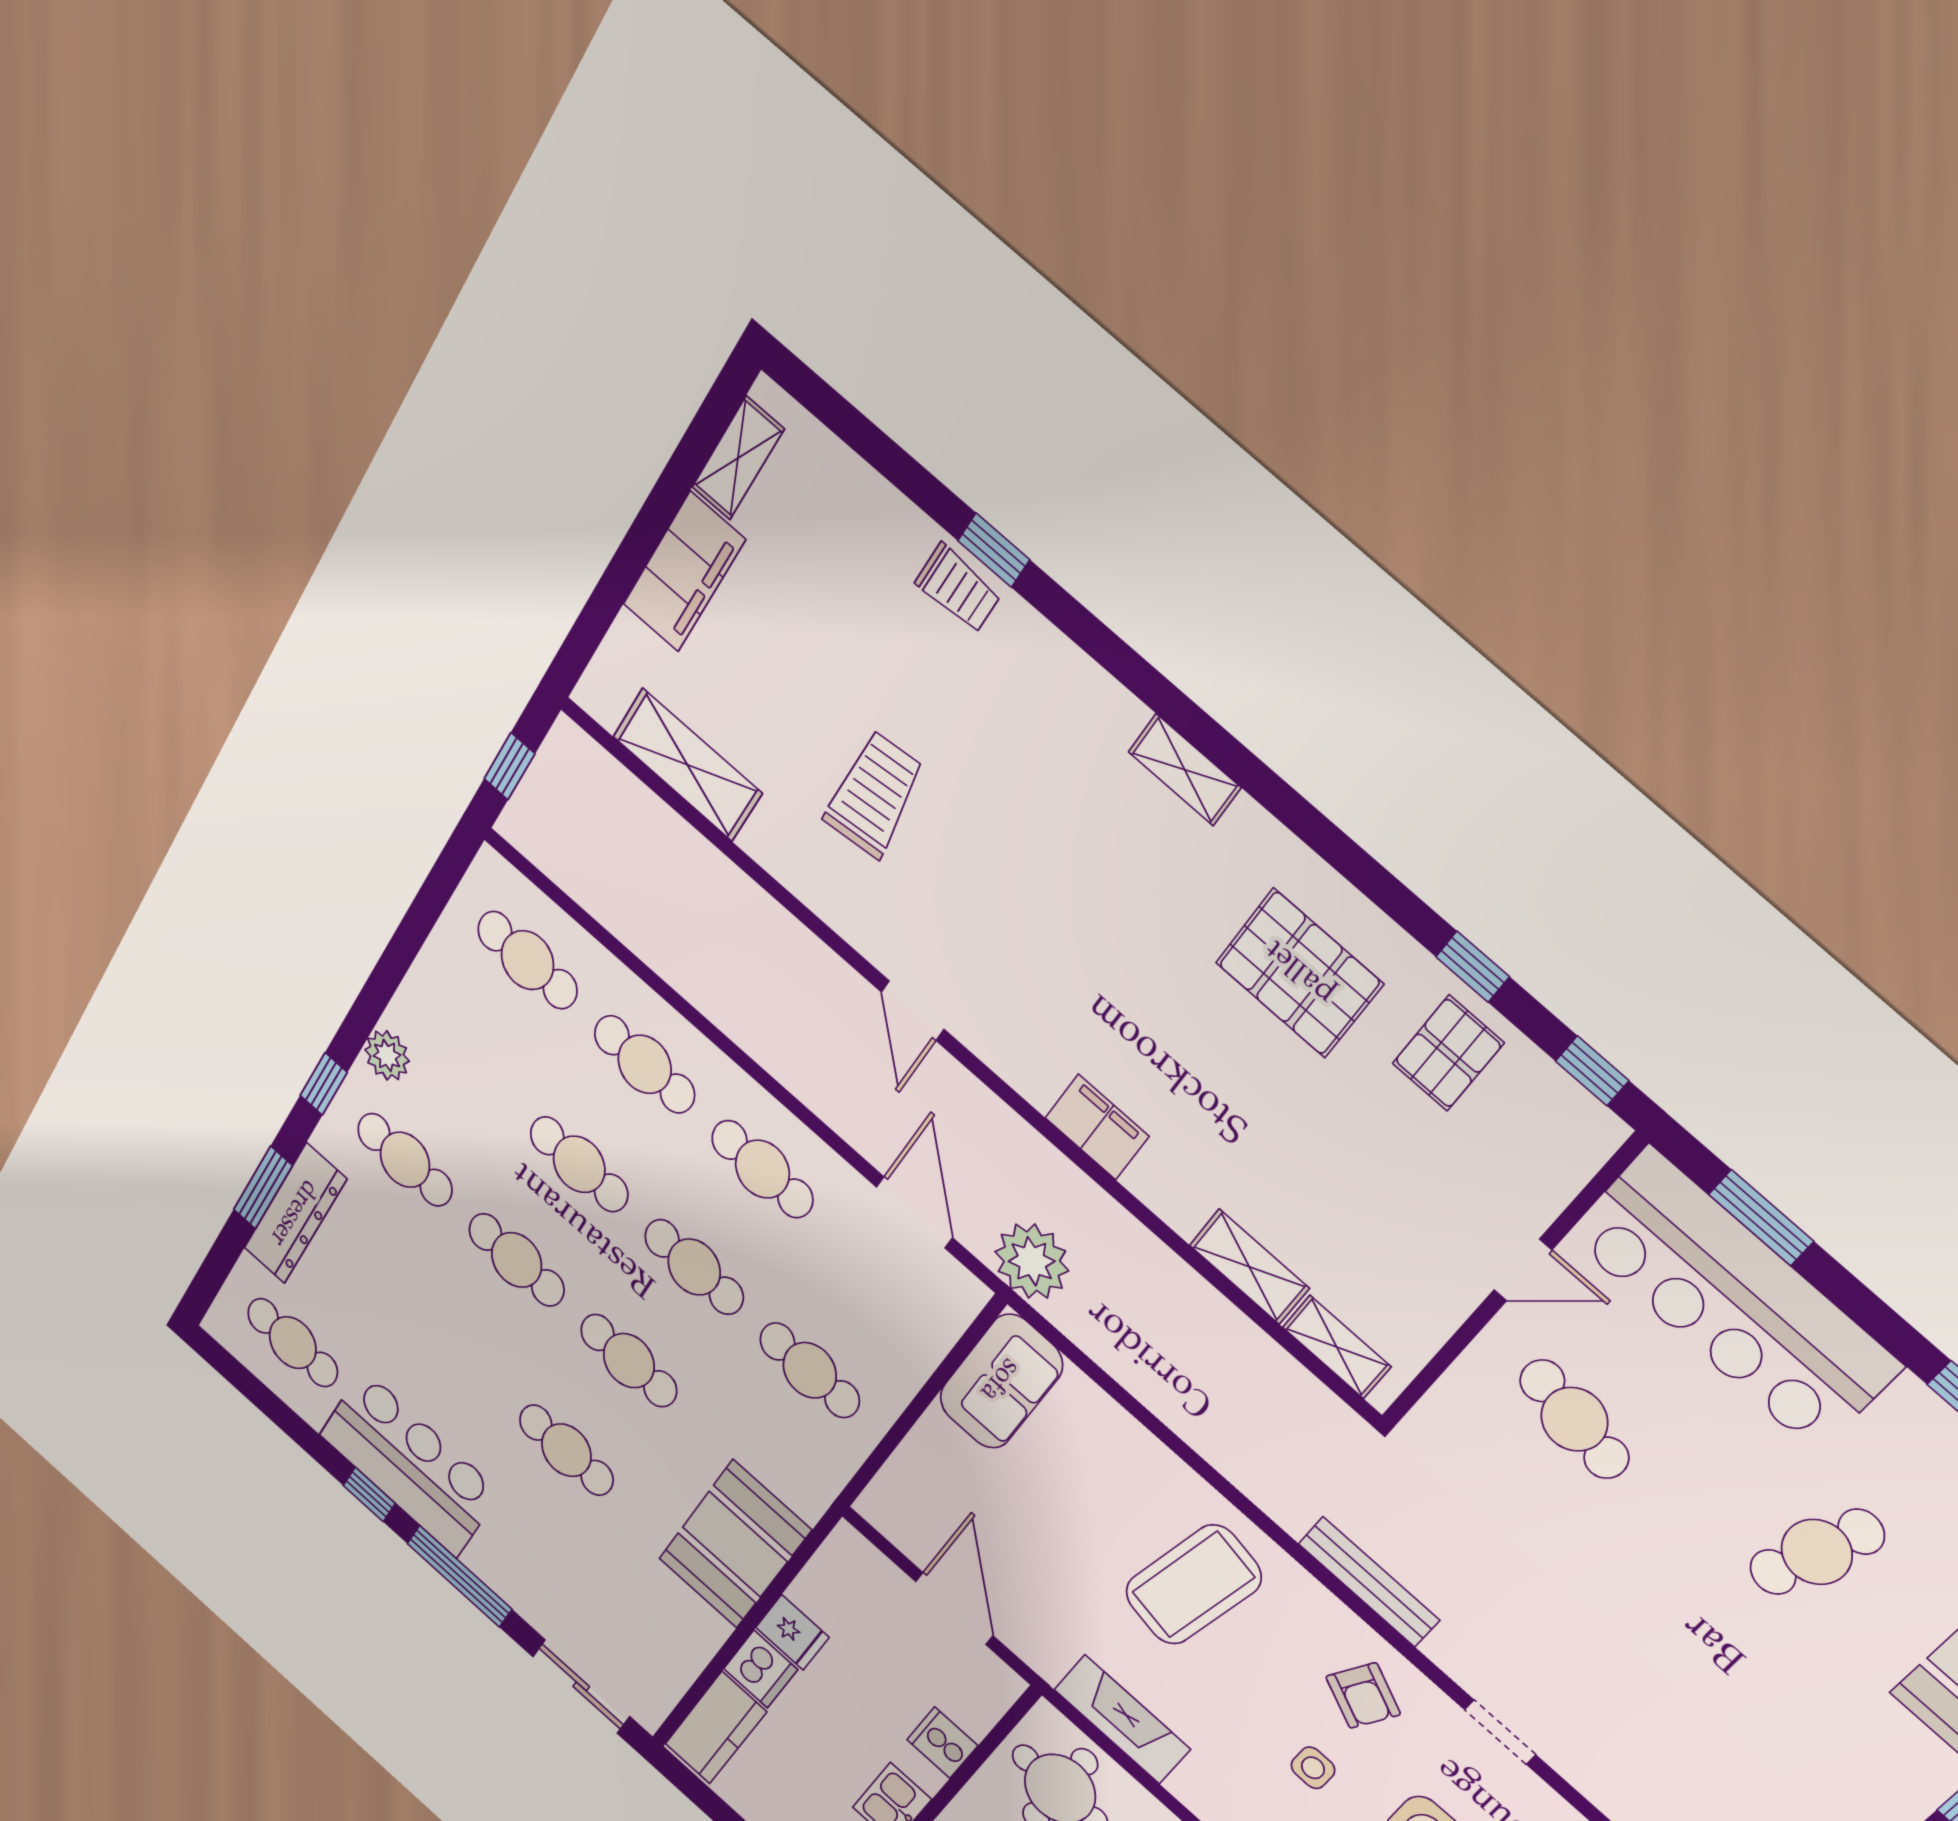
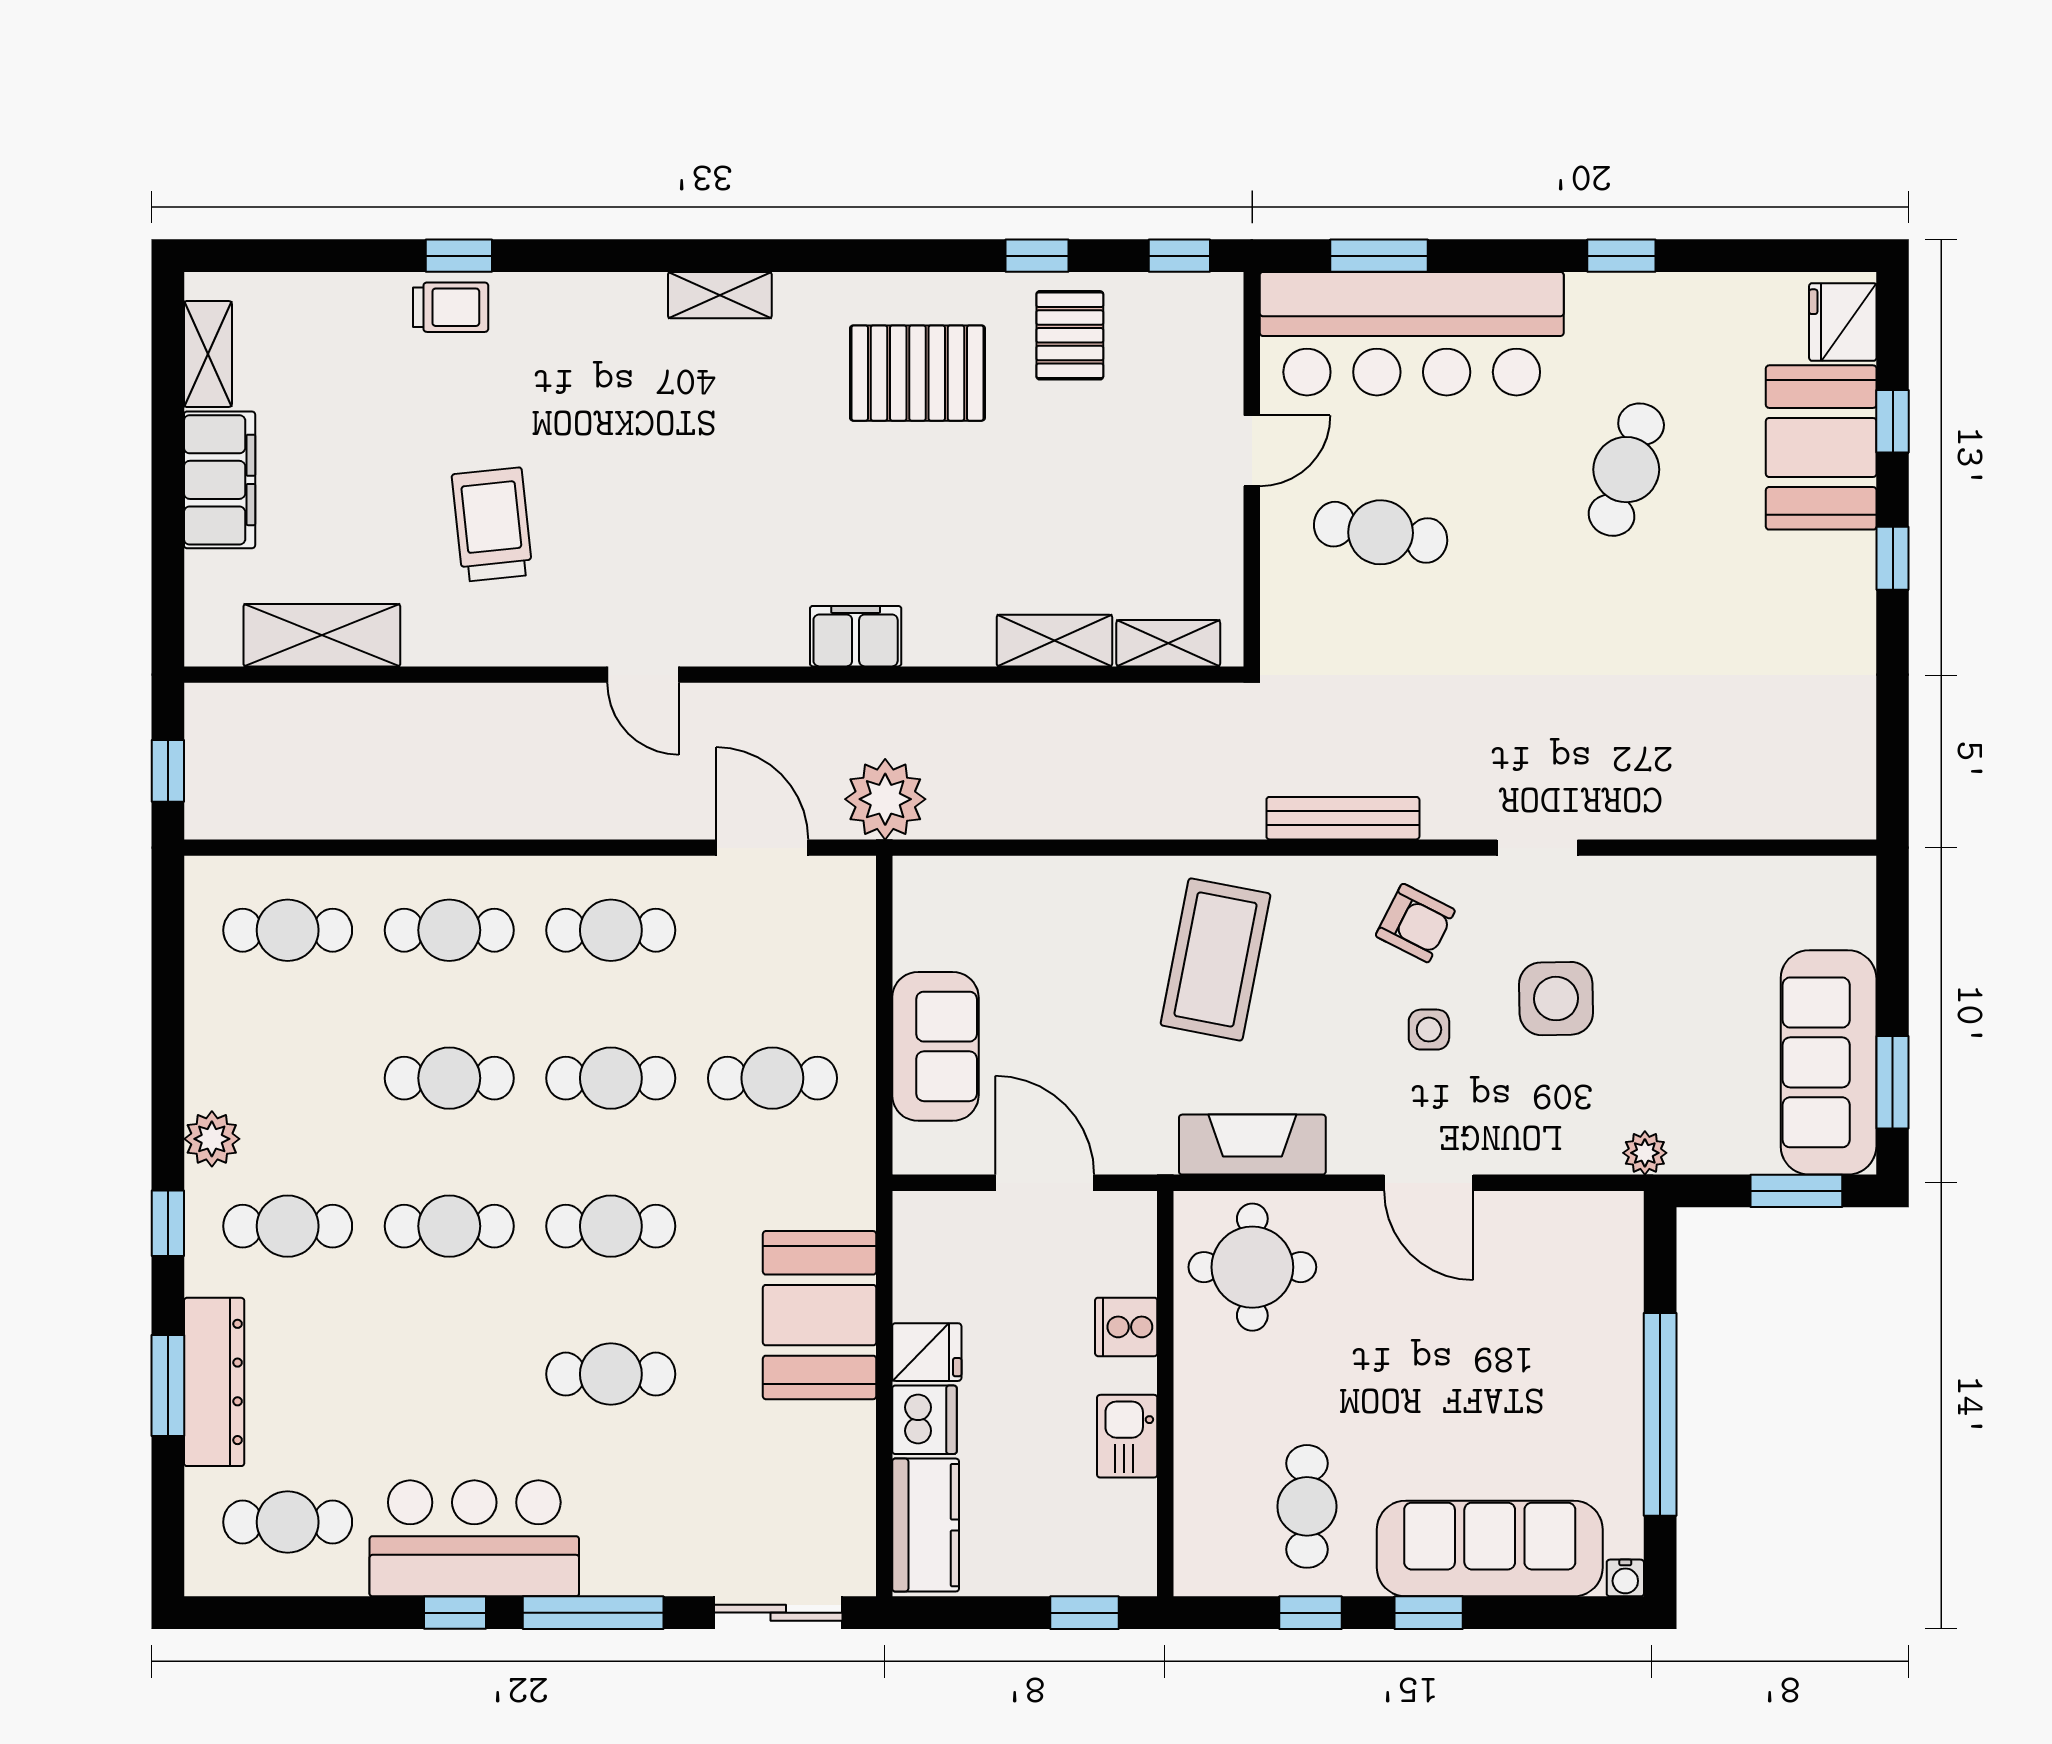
sofa: (1001, 1381) -> (935, 1046), moved

